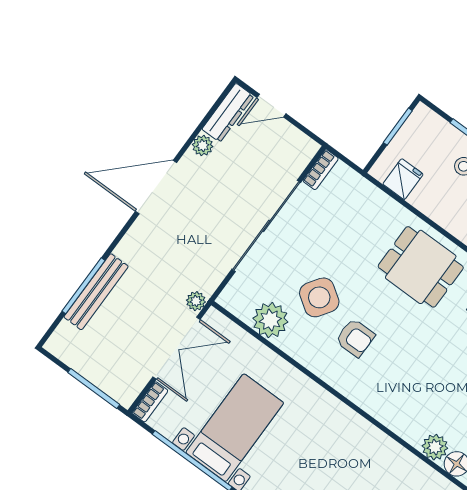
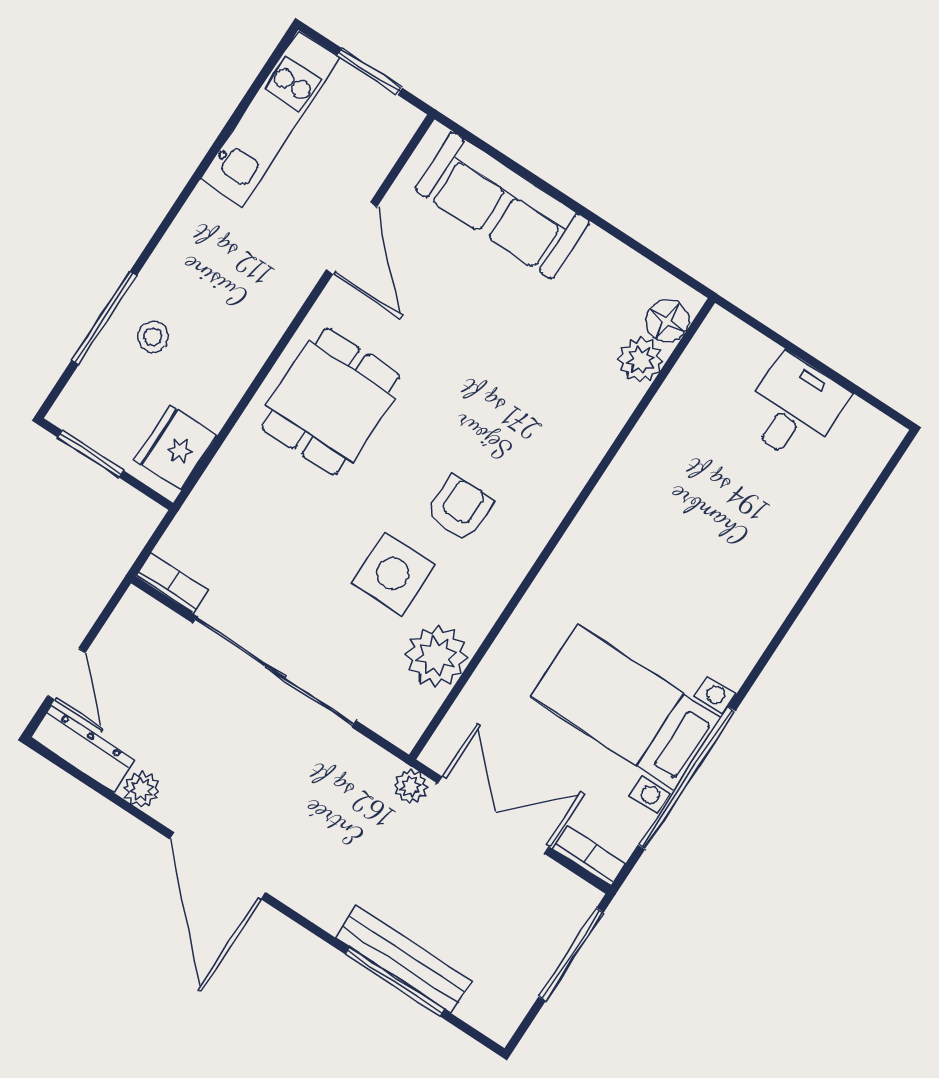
fridge: (403, 179) -> (176, 448), width x1.38
side table: (319, 297) -> (393, 574), turned -34

